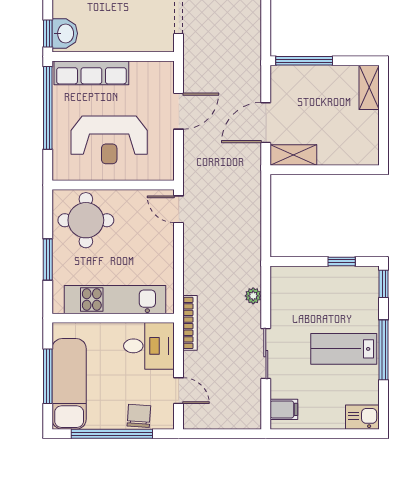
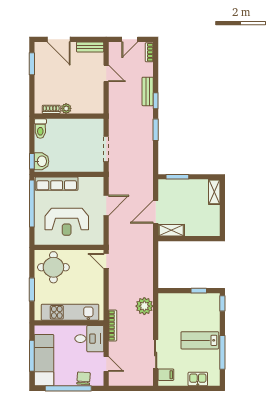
window: (304, 61) -> (177, 177), width x0.69
plant: (253, 296) -> (144, 306), width x1.88, depth x1.88
window: (384, 350) -> (222, 352), moved
sliding door: (266, 354) -> (156, 354), moved
kitchen sink: (362, 417) -> (198, 379), moved

